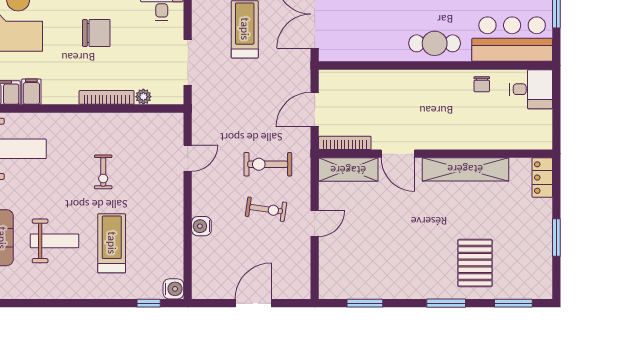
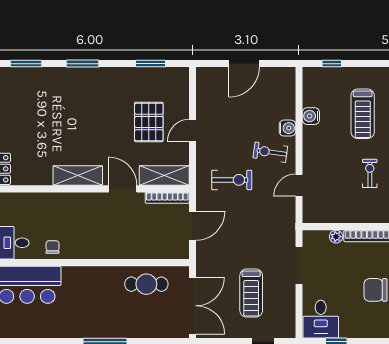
cafe table: (435, 43) -> (146, 284), moved
shelving: (465, 169) -> (78, 176), width x0.68
exercise bike: (266, 209) -> (270, 152), moved
pallet: (475, 263) -> (149, 122), moved
water cooler: (173, 289) -> (311, 116), moved

